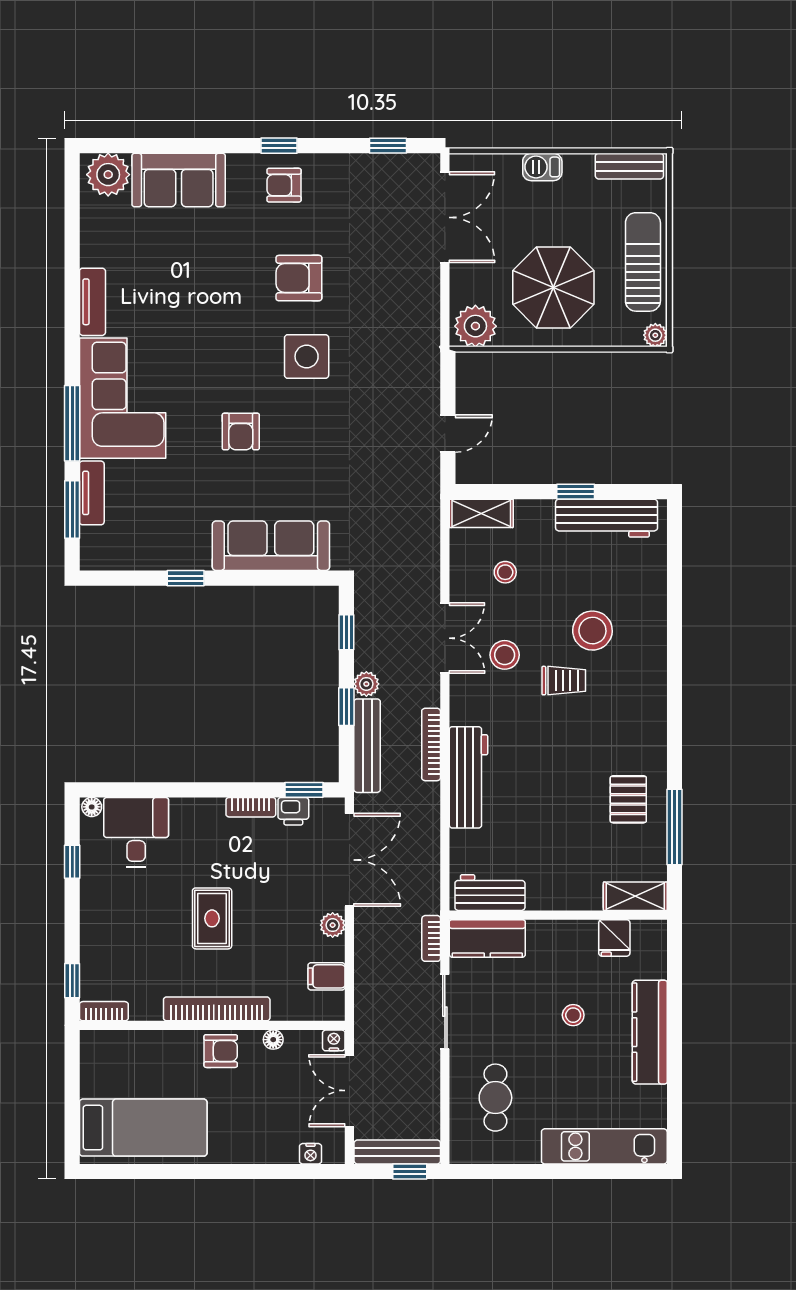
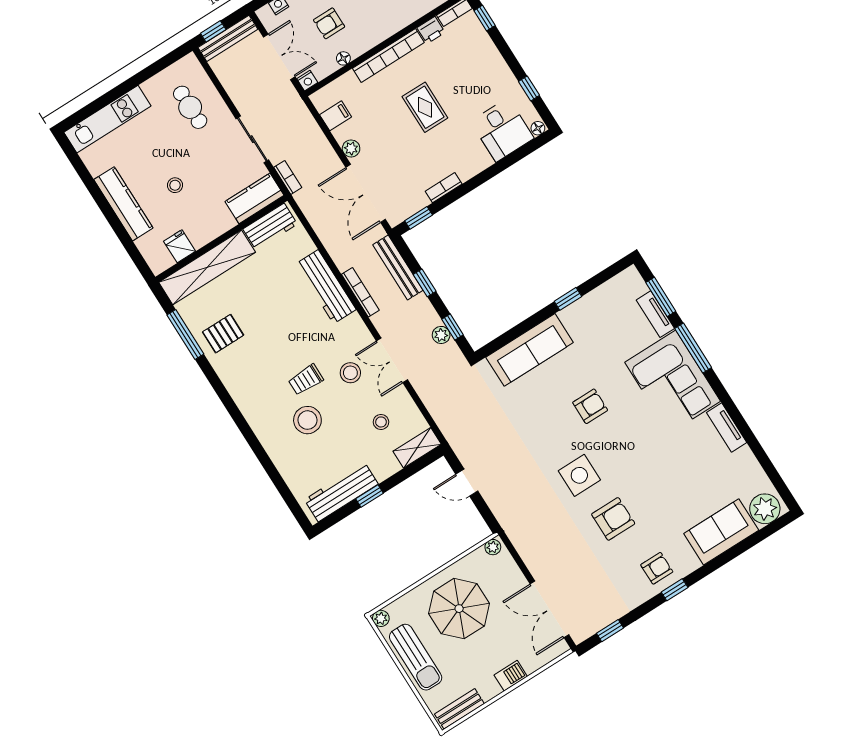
plant: (475, 326) -> (493, 547), width x0.53, depth x0.53
armchair: (241, 432) -> (590, 406), turned 90
door: (448, 434) -> (467, 483), hinge flipped
plant: (366, 684) -> (441, 335), moved
pallet: (628, 799) -> (223, 334), turned 90
printer: (293, 811) -> (431, 30), moved, turned 180
shelving: (635, 896) -> (207, 267), width x2.20, depth x1.33
armchair: (221, 1051) -> (329, 23), moved

